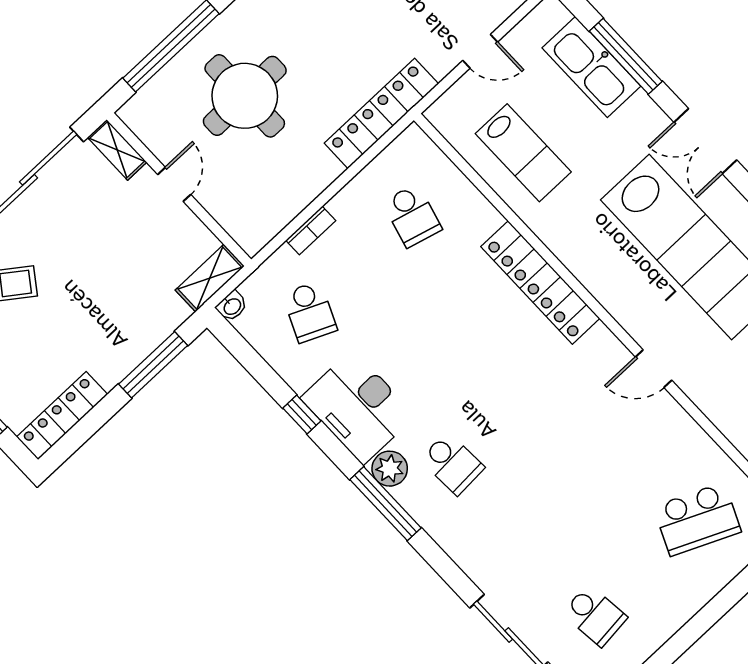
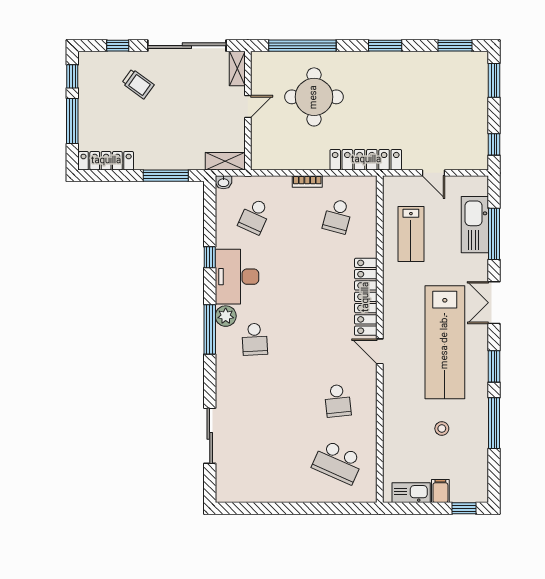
bookcase: (311, 230) -> (307, 182), moved
door: (654, 369) -> (380, 351), moved
school desk: (595, 615) -> (338, 401), moved

